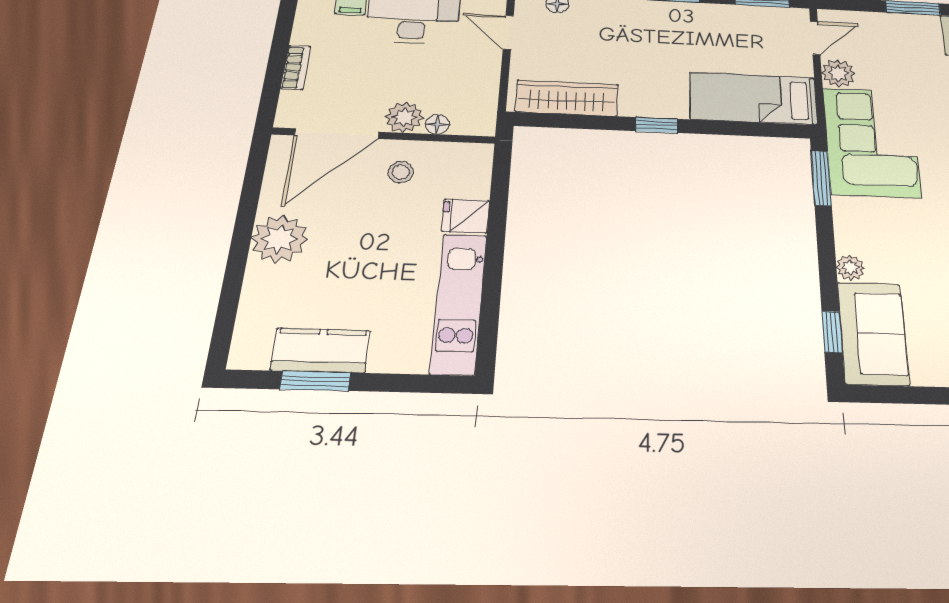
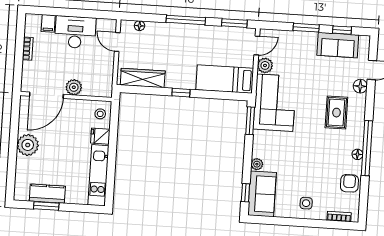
bookcase: (296, 67) -> (28, 49), moved
floor lamp: (437, 124) -> (88, 91), removed
stool: (401, 172) -> (100, 114), moved

